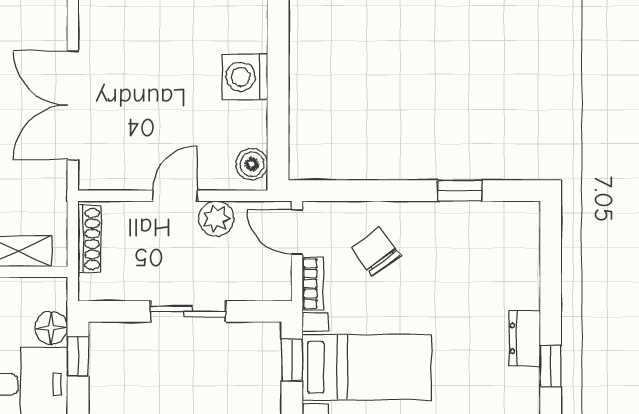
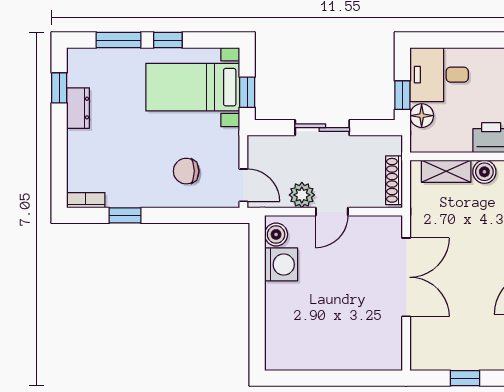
washing machine: (245, 77) -> (281, 264), moved
chair: (376, 252) -> (186, 171), turned 126
bookcase: (313, 284) -> (86, 200), moved, turned 90

